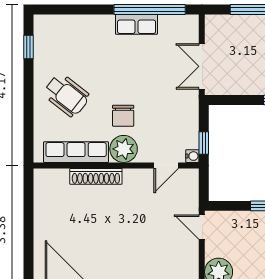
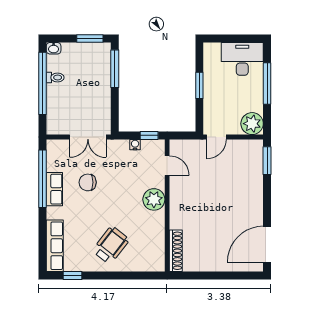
chair: (123, 116) -> (88, 182), moved, turned 180
row of seats: (76, 152) -> (55, 246), moved, turned 180
water cooler: (192, 156) -> (135, 145), moved
shoe rack: (96, 176) -> (176, 251), moved

